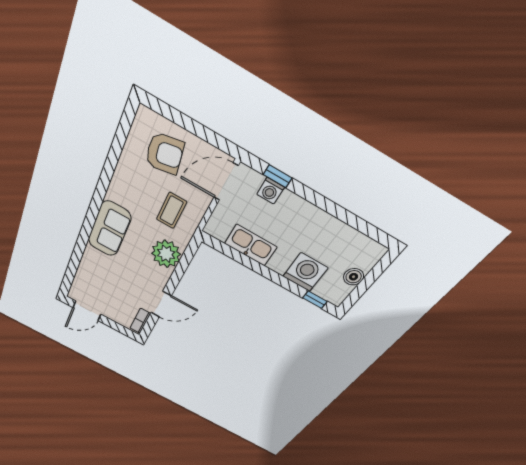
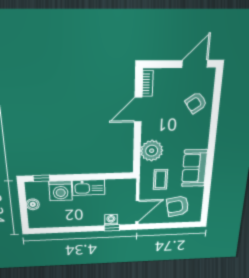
sofa: (109, 229) -> (194, 168), moved
kitchen sink: (251, 245) -> (89, 188), moved
armchair: (96, 276) -> (196, 103), added

